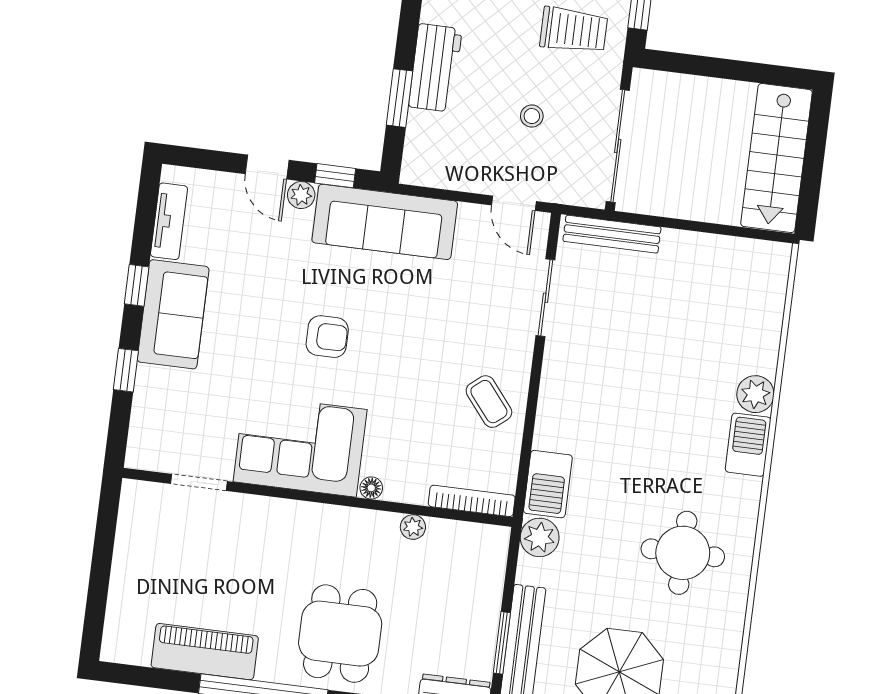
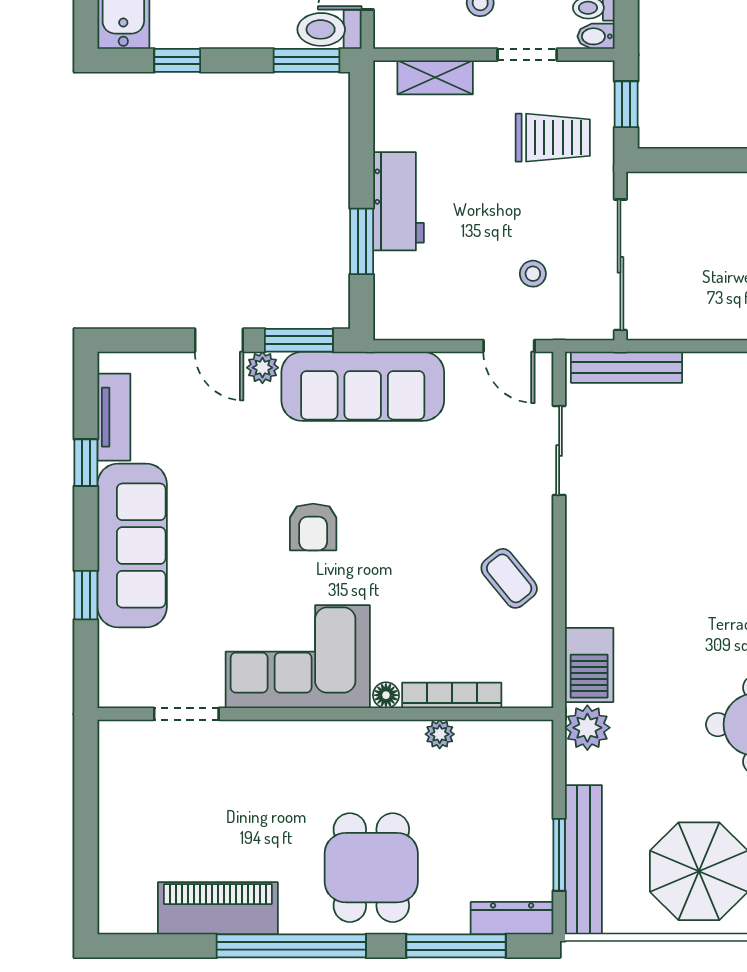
stool: (532, 116) -> (533, 274), moved
window: (335, 176) -> (299, 340), width x1.50
window: (137, 285) -> (86, 463), moved
sofa: (173, 314) -> (132, 546), width x1.36
armchair: (327, 337) -> (313, 527), turned 90
bookcase: (472, 501) -> (452, 695), moved

